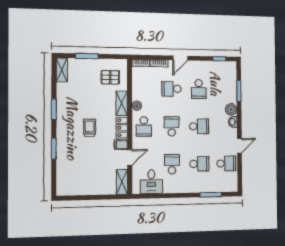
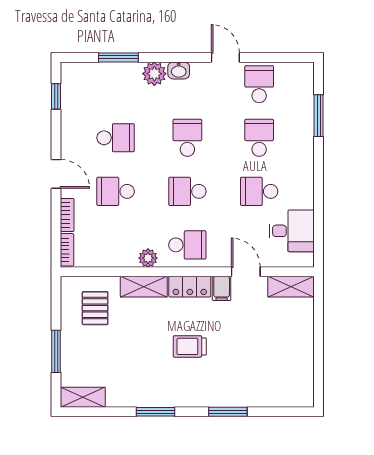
school desk: (171, 89) -> (116, 191), turned 90

